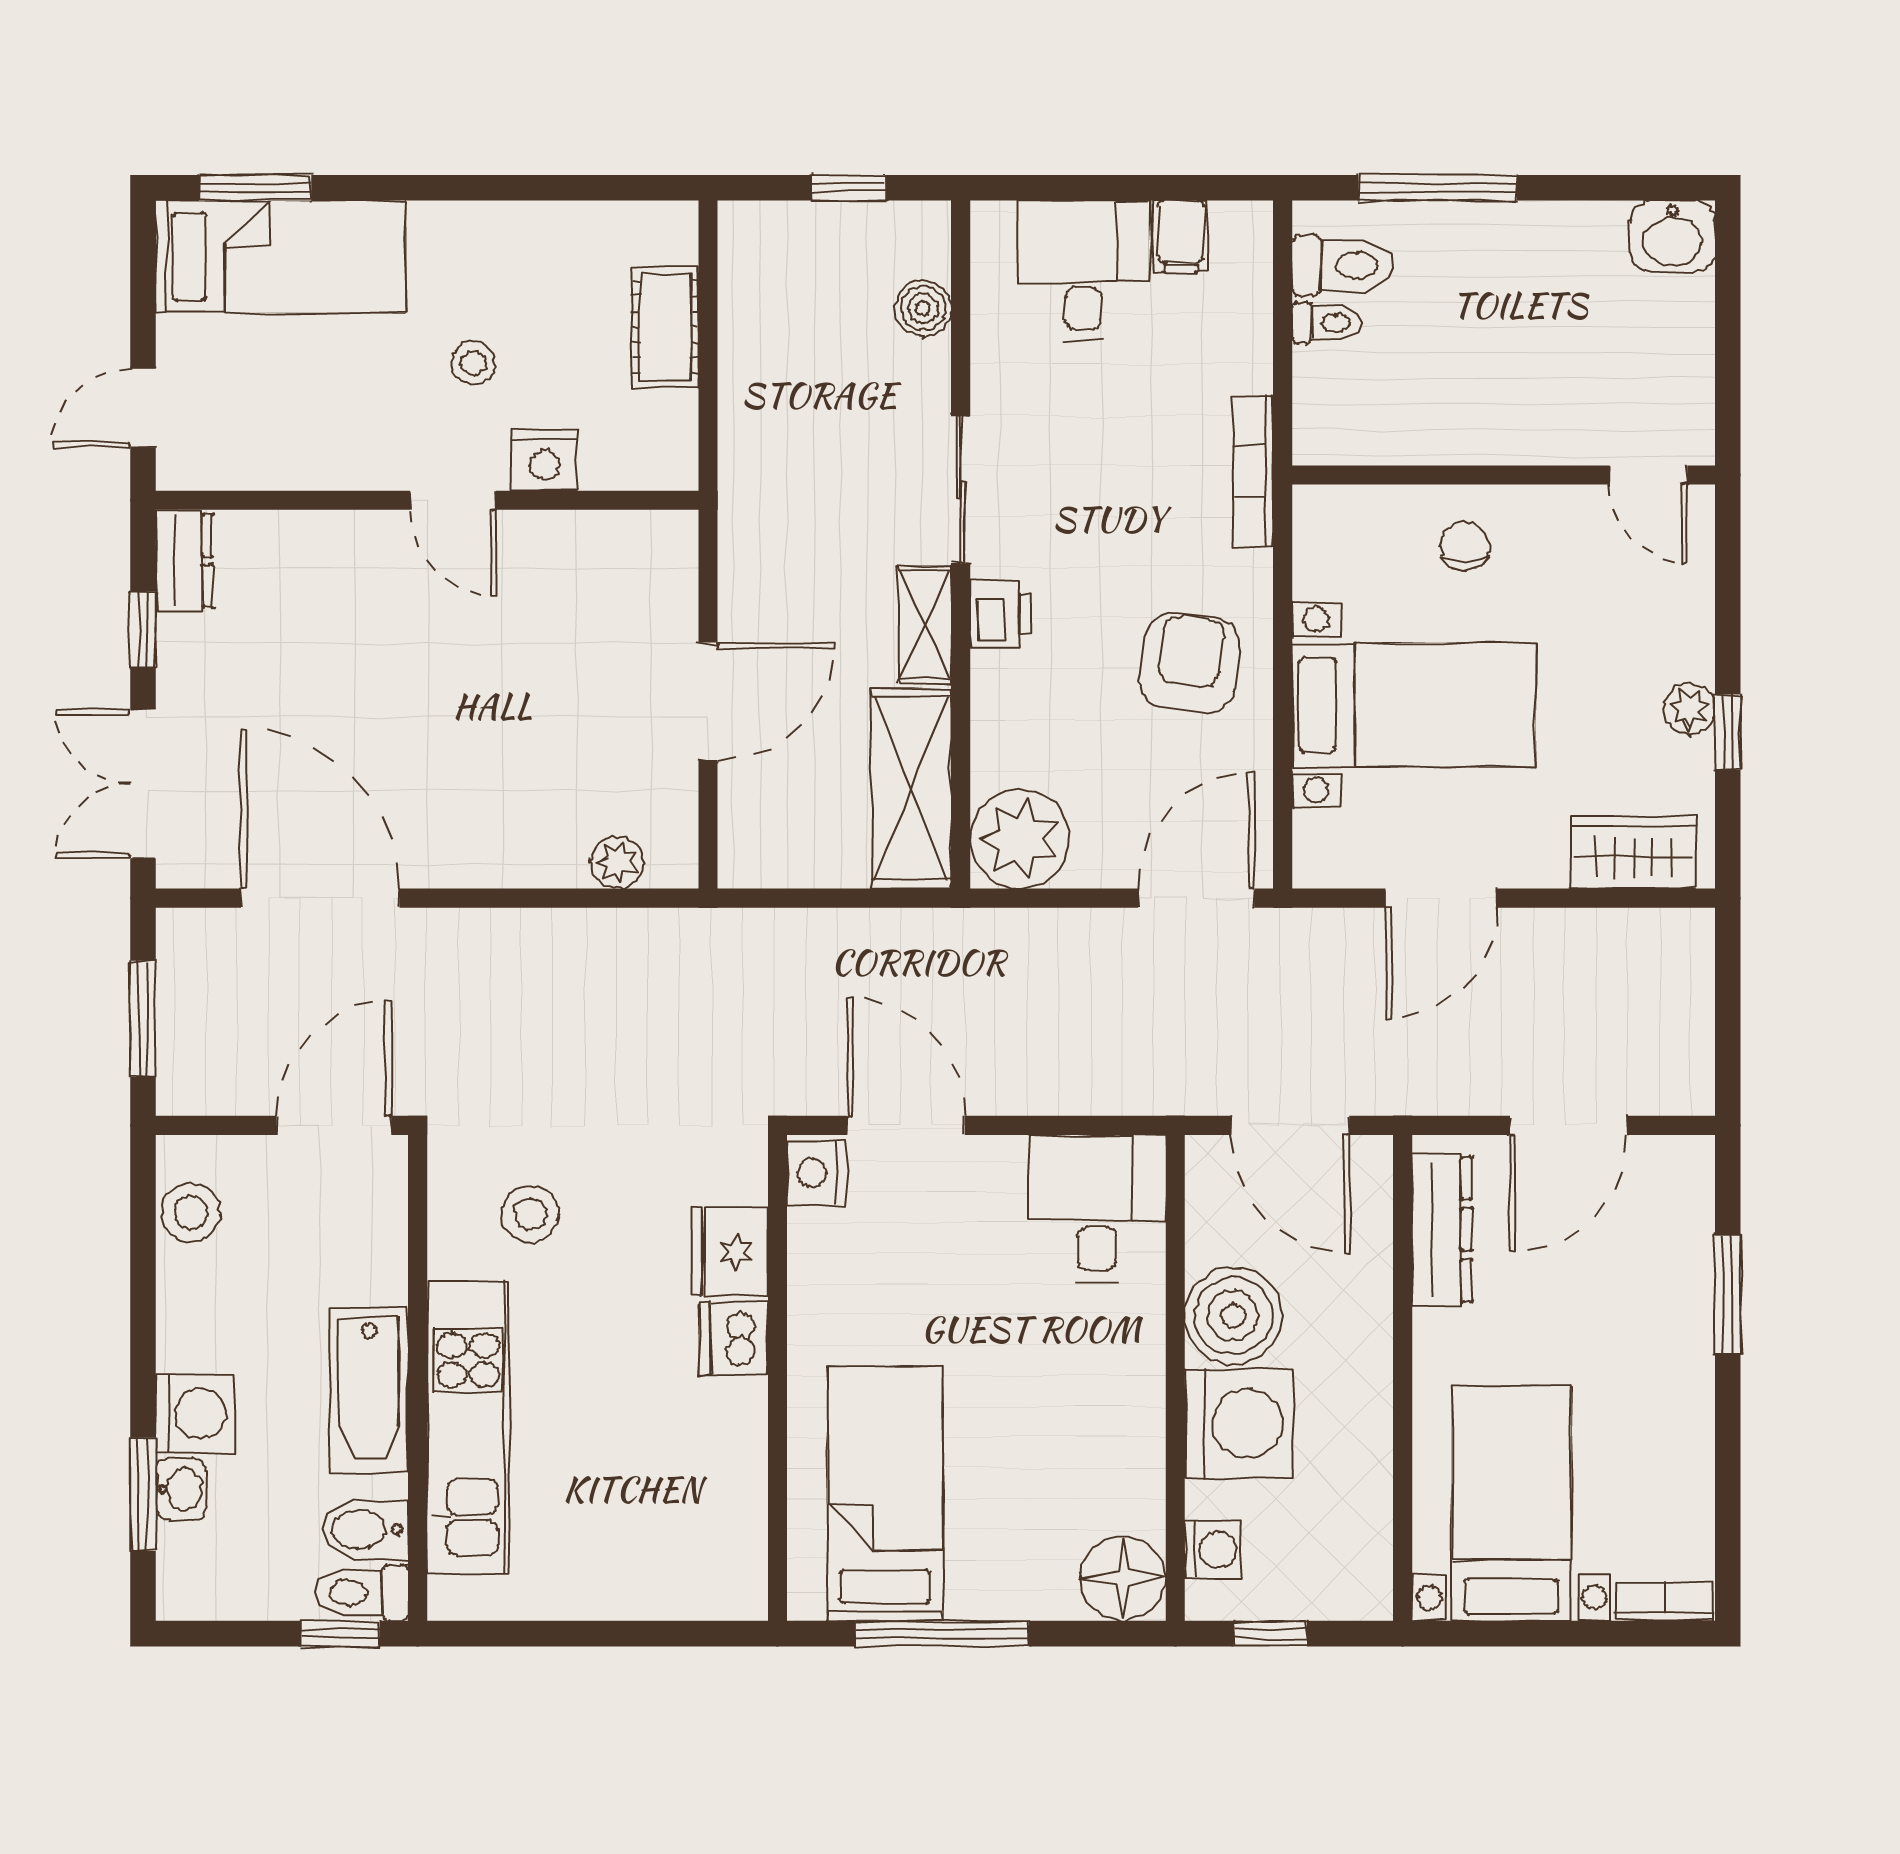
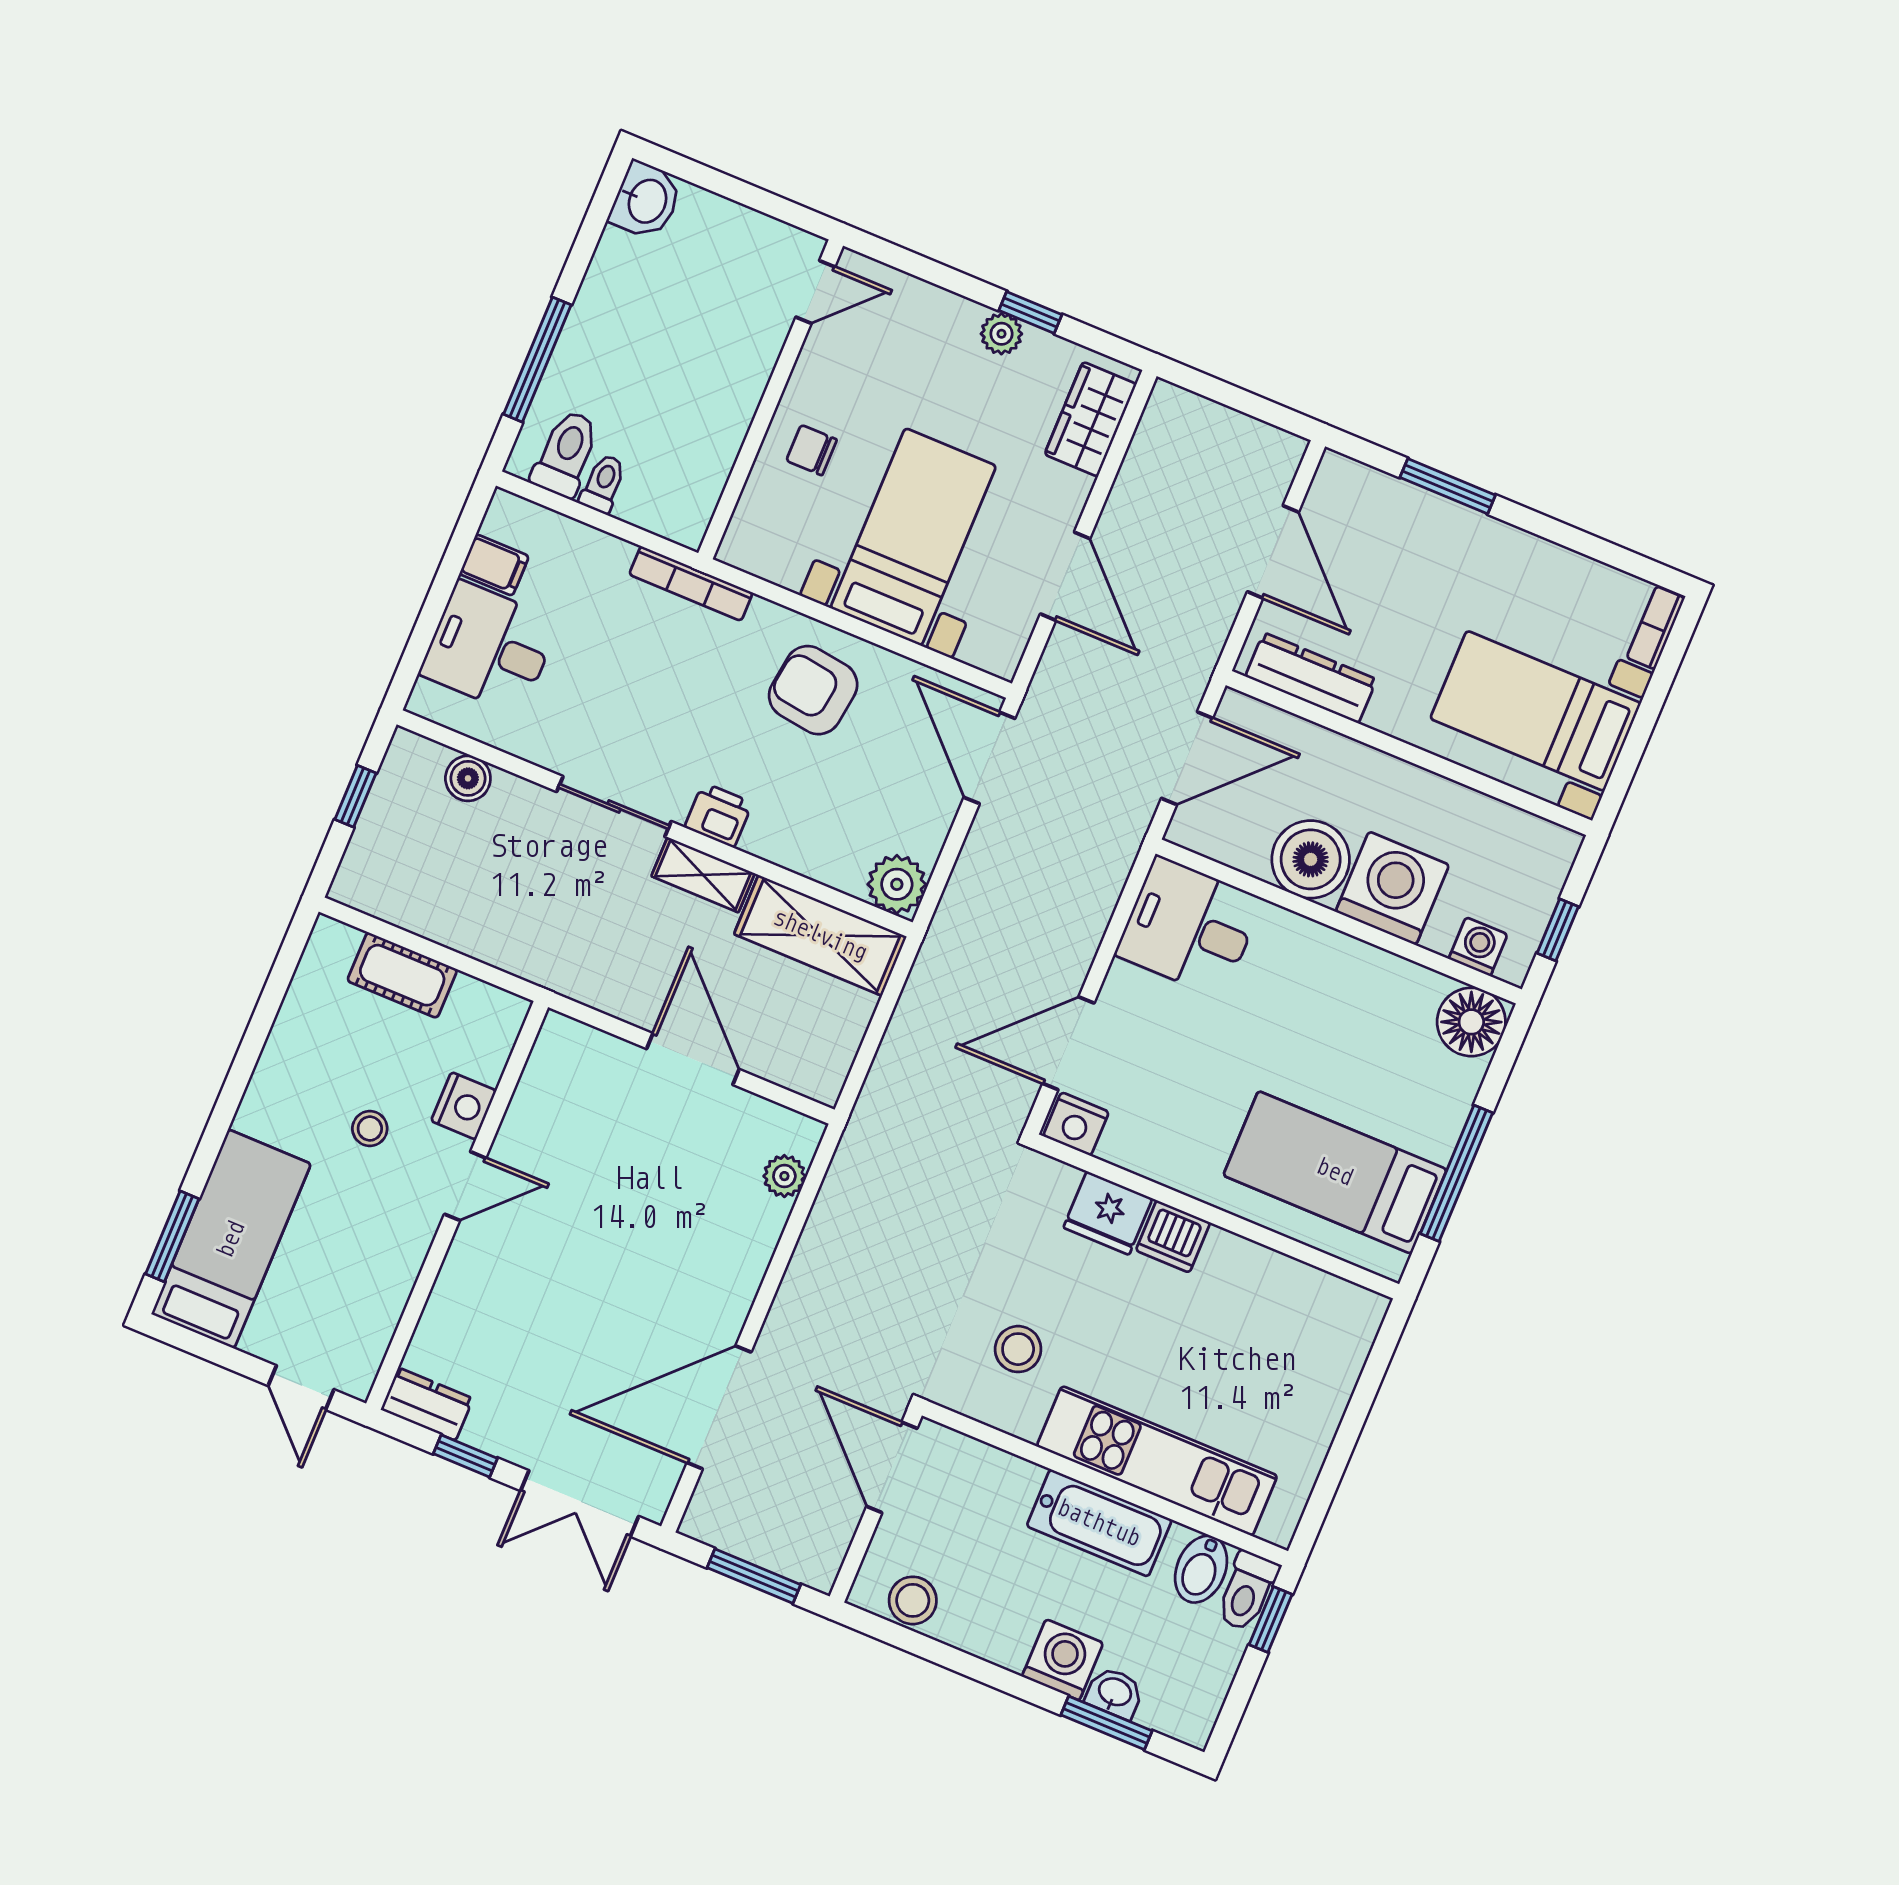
plant: (1020, 839) -> (897, 884), width x0.73, depth x0.73

